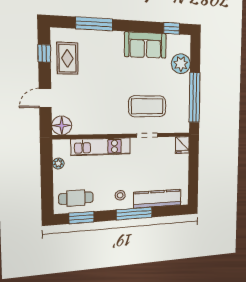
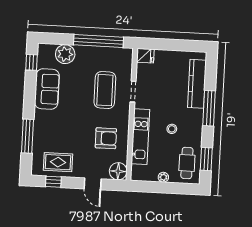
armchair: (97, 110) -> (106, 138), added
plant: (58, 163) -> (163, 177), moved
stool: (120, 195) -> (172, 129), moved

